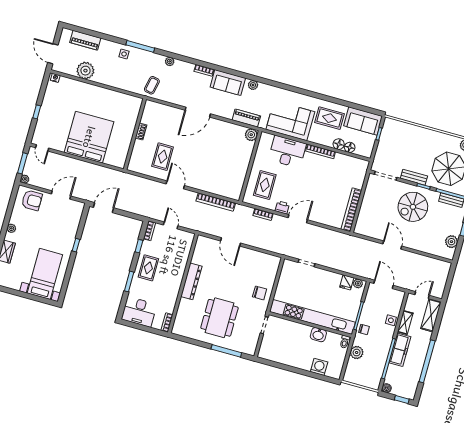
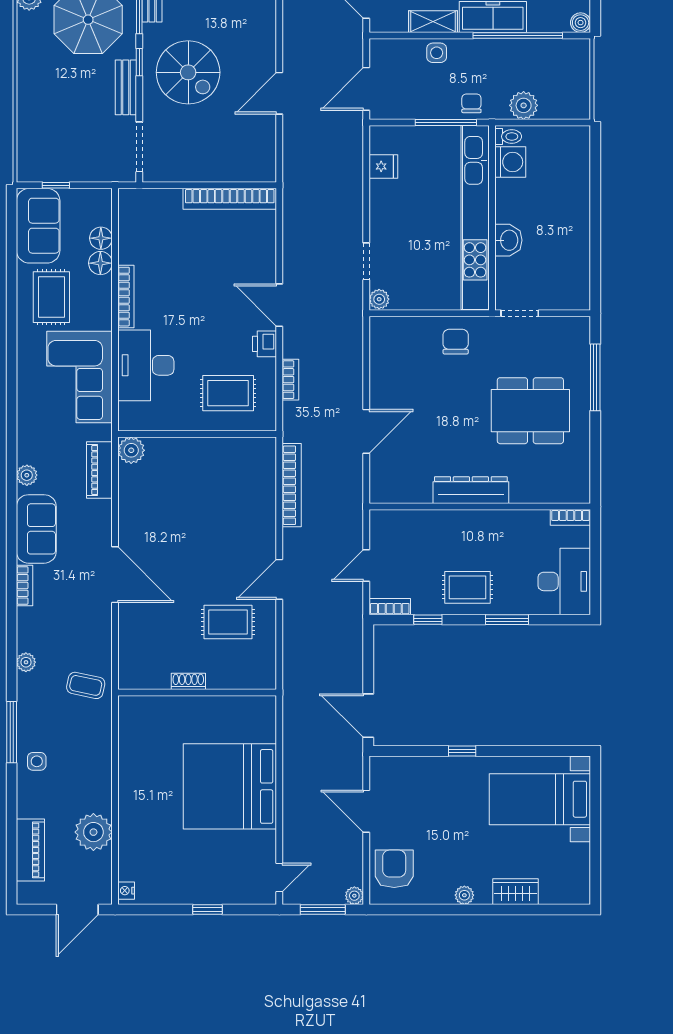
plant: (358, 283) -> (379, 299), moved
washbasin: (318, 335) -> (508, 240), moved
washing machine: (319, 367) -> (510, 162), moved, turned 180

